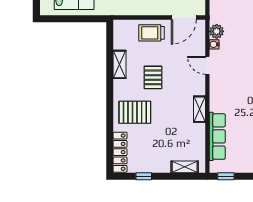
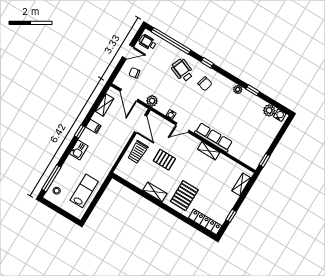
plant: (217, 31) -> (152, 101), moved
shelving: (120, 64) -> (155, 192), moved
pallet: (153, 77) -> (164, 160), moved
row of seats: (217, 136) -> (213, 137), moved

